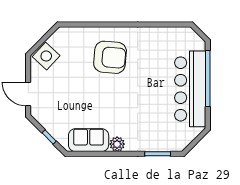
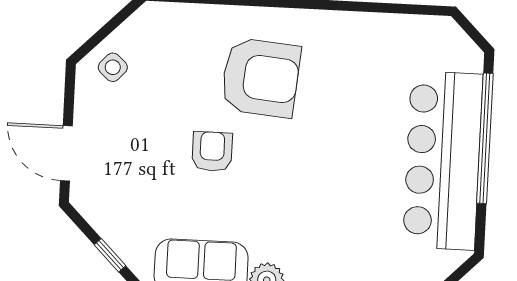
side table: (46, 56) -> (113, 67), width x0.54, depth x0.54
armchair: (91, 90) -> (212, 152), added

